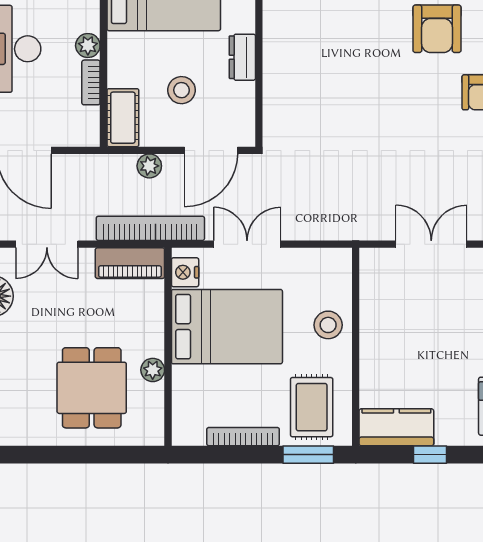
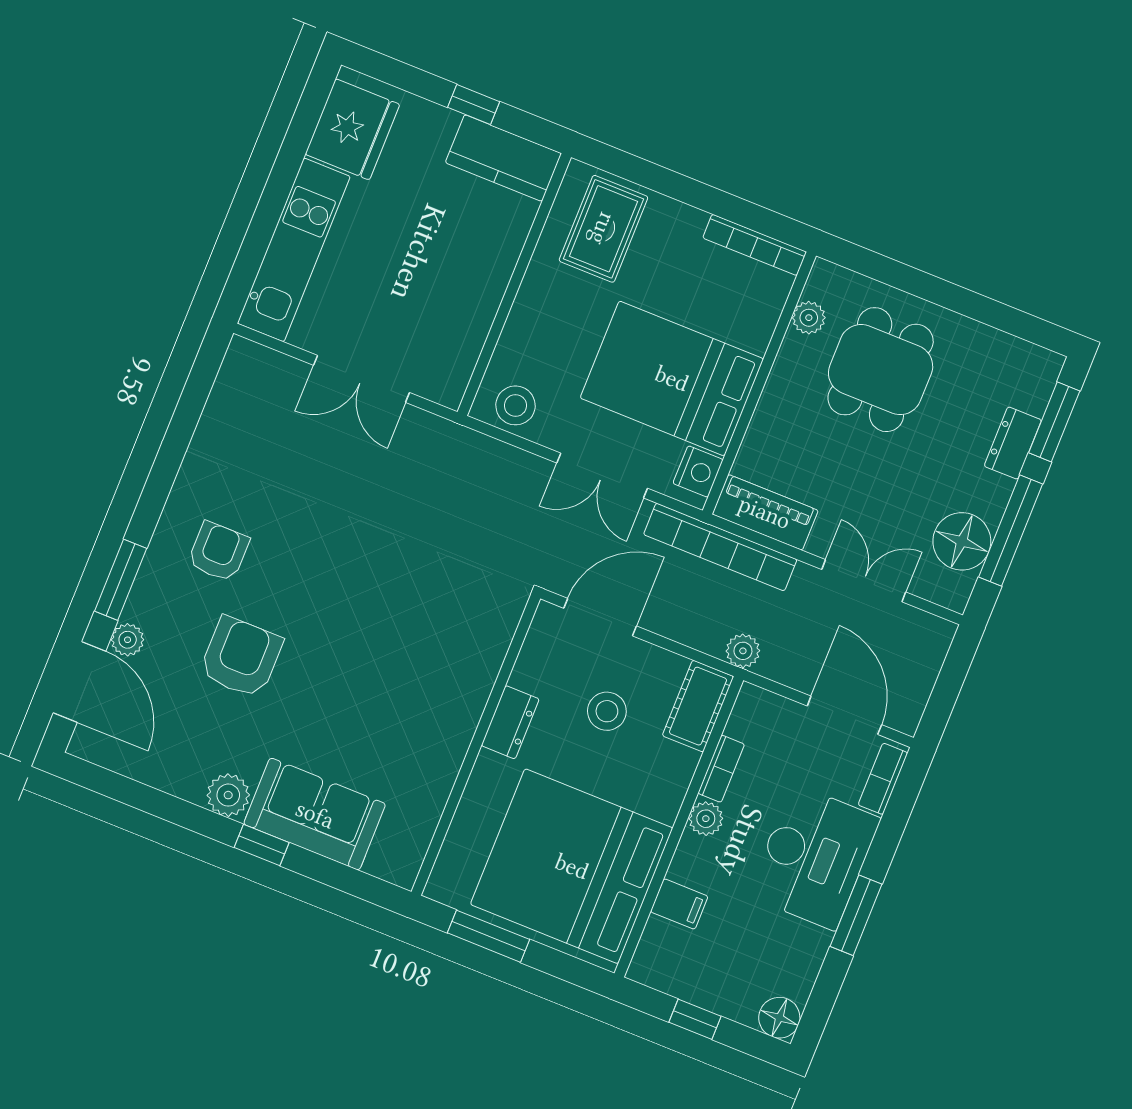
plant: (149, 166) -> (743, 651), moved
stool: (328, 325) -> (515, 405), moved
plant: (153, 370) -> (809, 318), moved
bookcase: (243, 437) -> (755, 245), moved
window: (308, 455) -> (633, 169), removed

